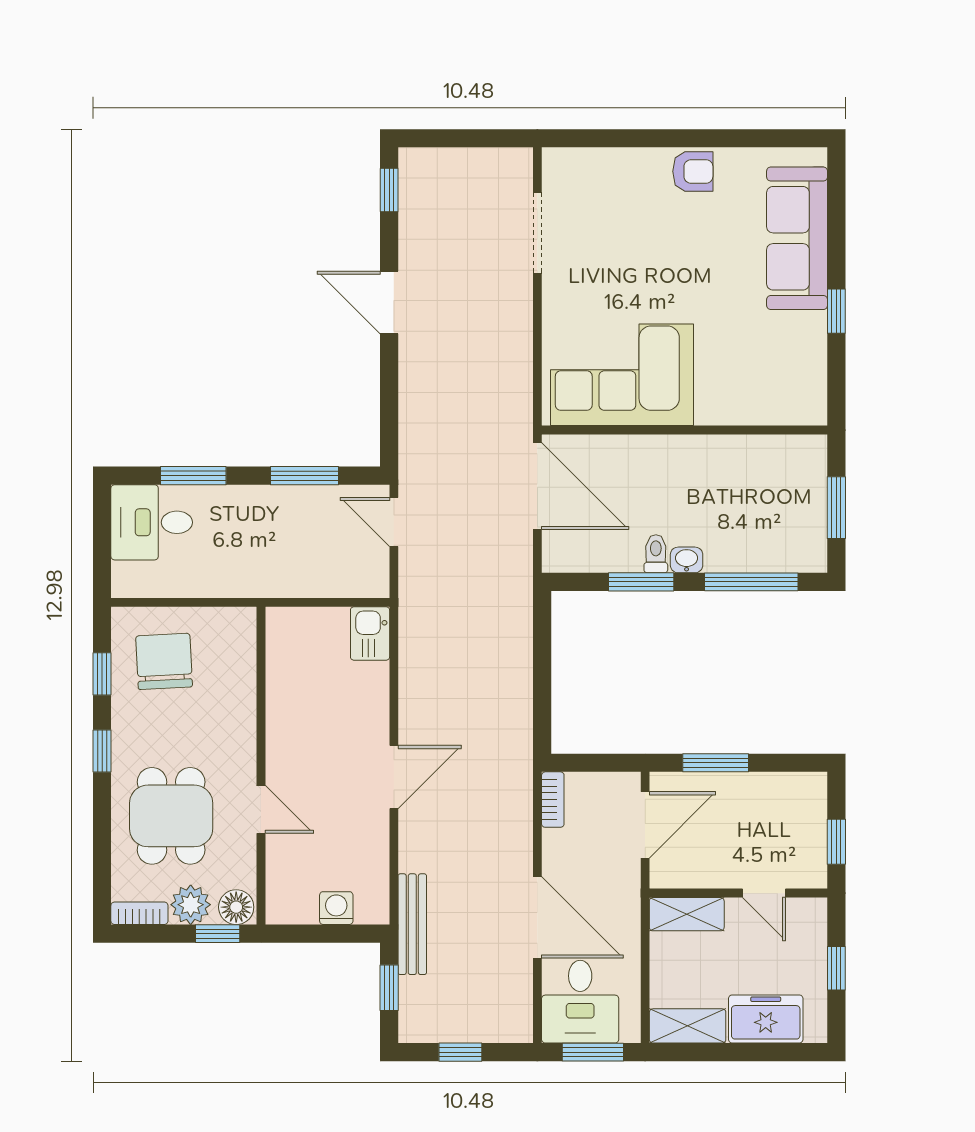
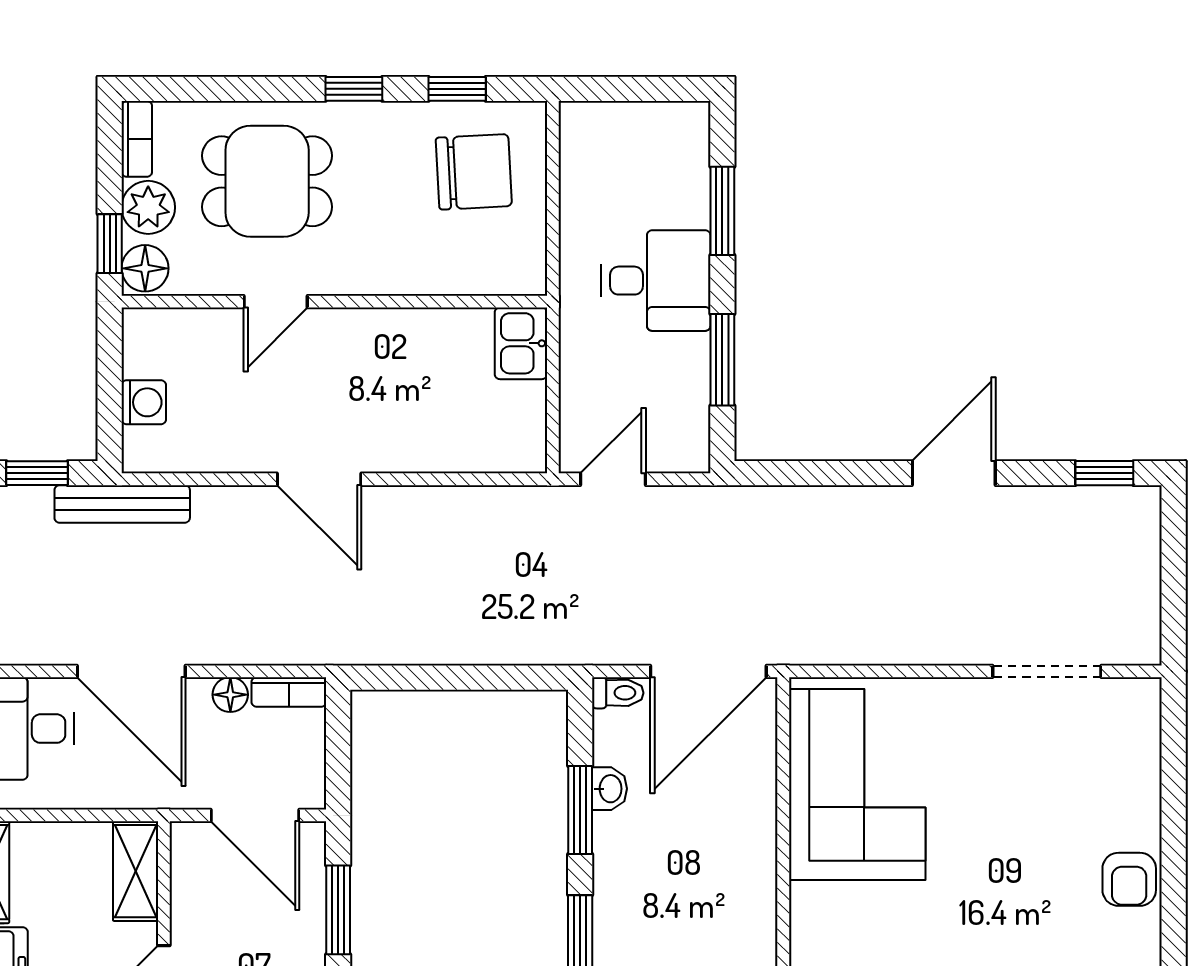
desk: (152, 522) -> (656, 281), moved, turned 90
door: (394, 522) -> (613, 479), moved
toilet: (656, 554) -> (618, 693), moved
washbasin: (687, 560) -> (610, 789), moved
kitchen sink: (370, 634) -> (521, 343), moved, turned -90
floor lamp: (555, 843) -> (230, 695), added
door: (537, 917) -> (131, 671), hinge flipped

